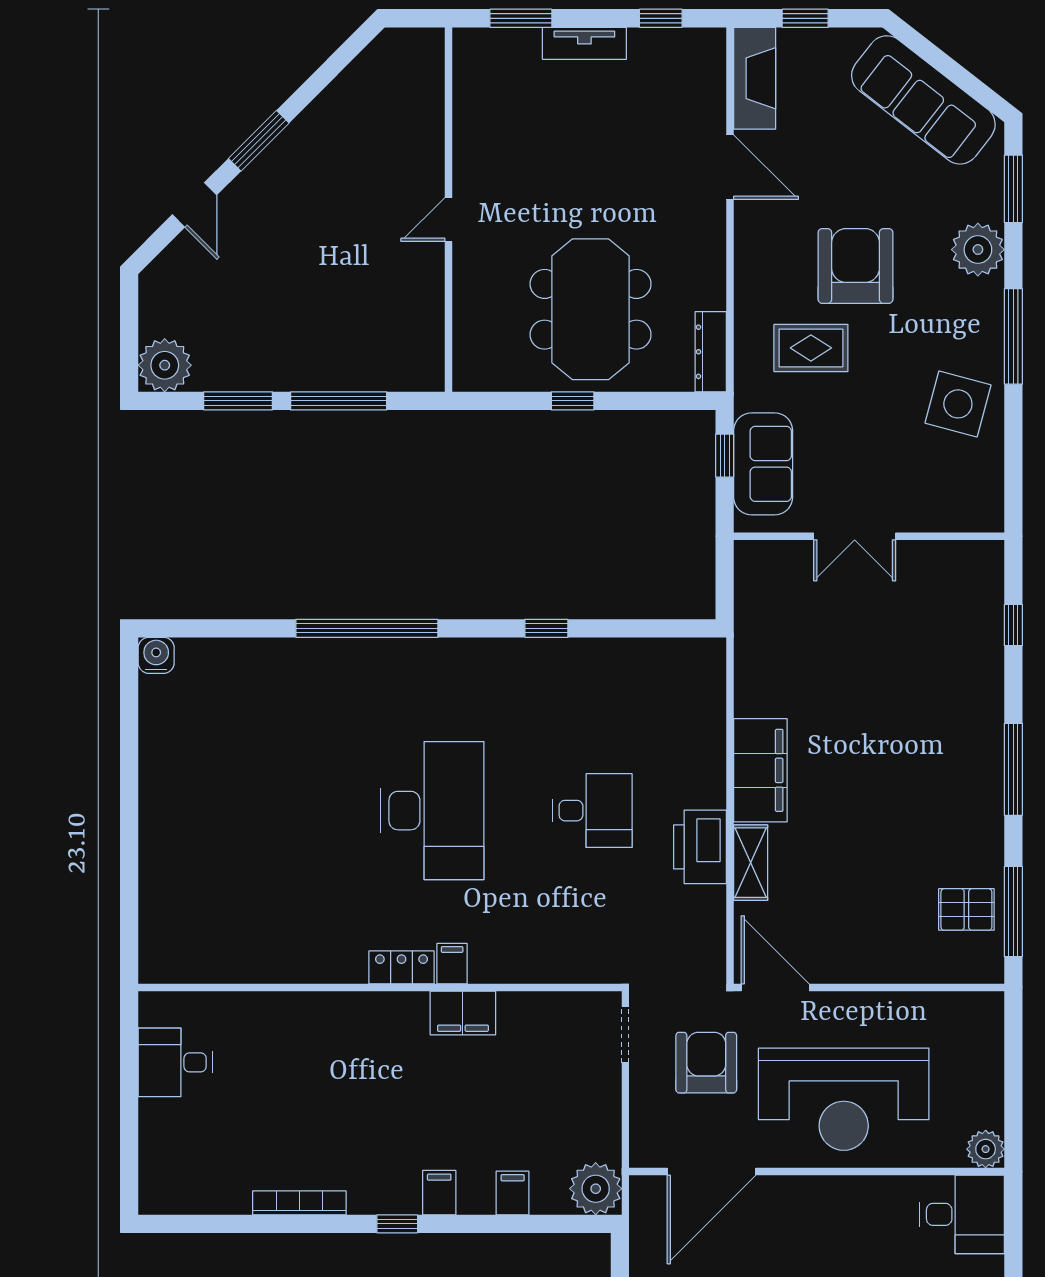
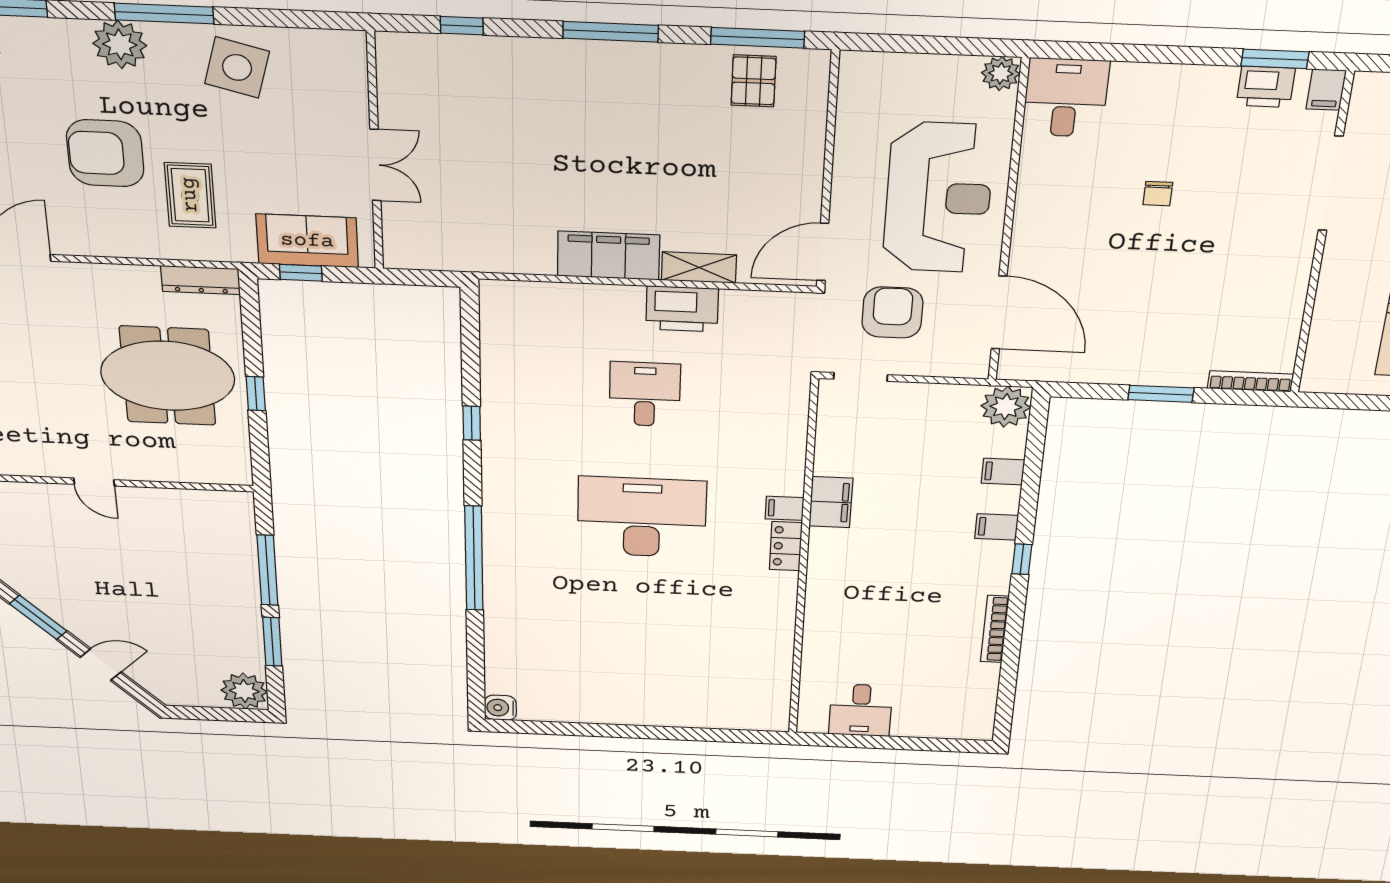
plant: (978, 250) -> (120, 44), moved
armchair: (706, 1063) -> (892, 312), turned 90

